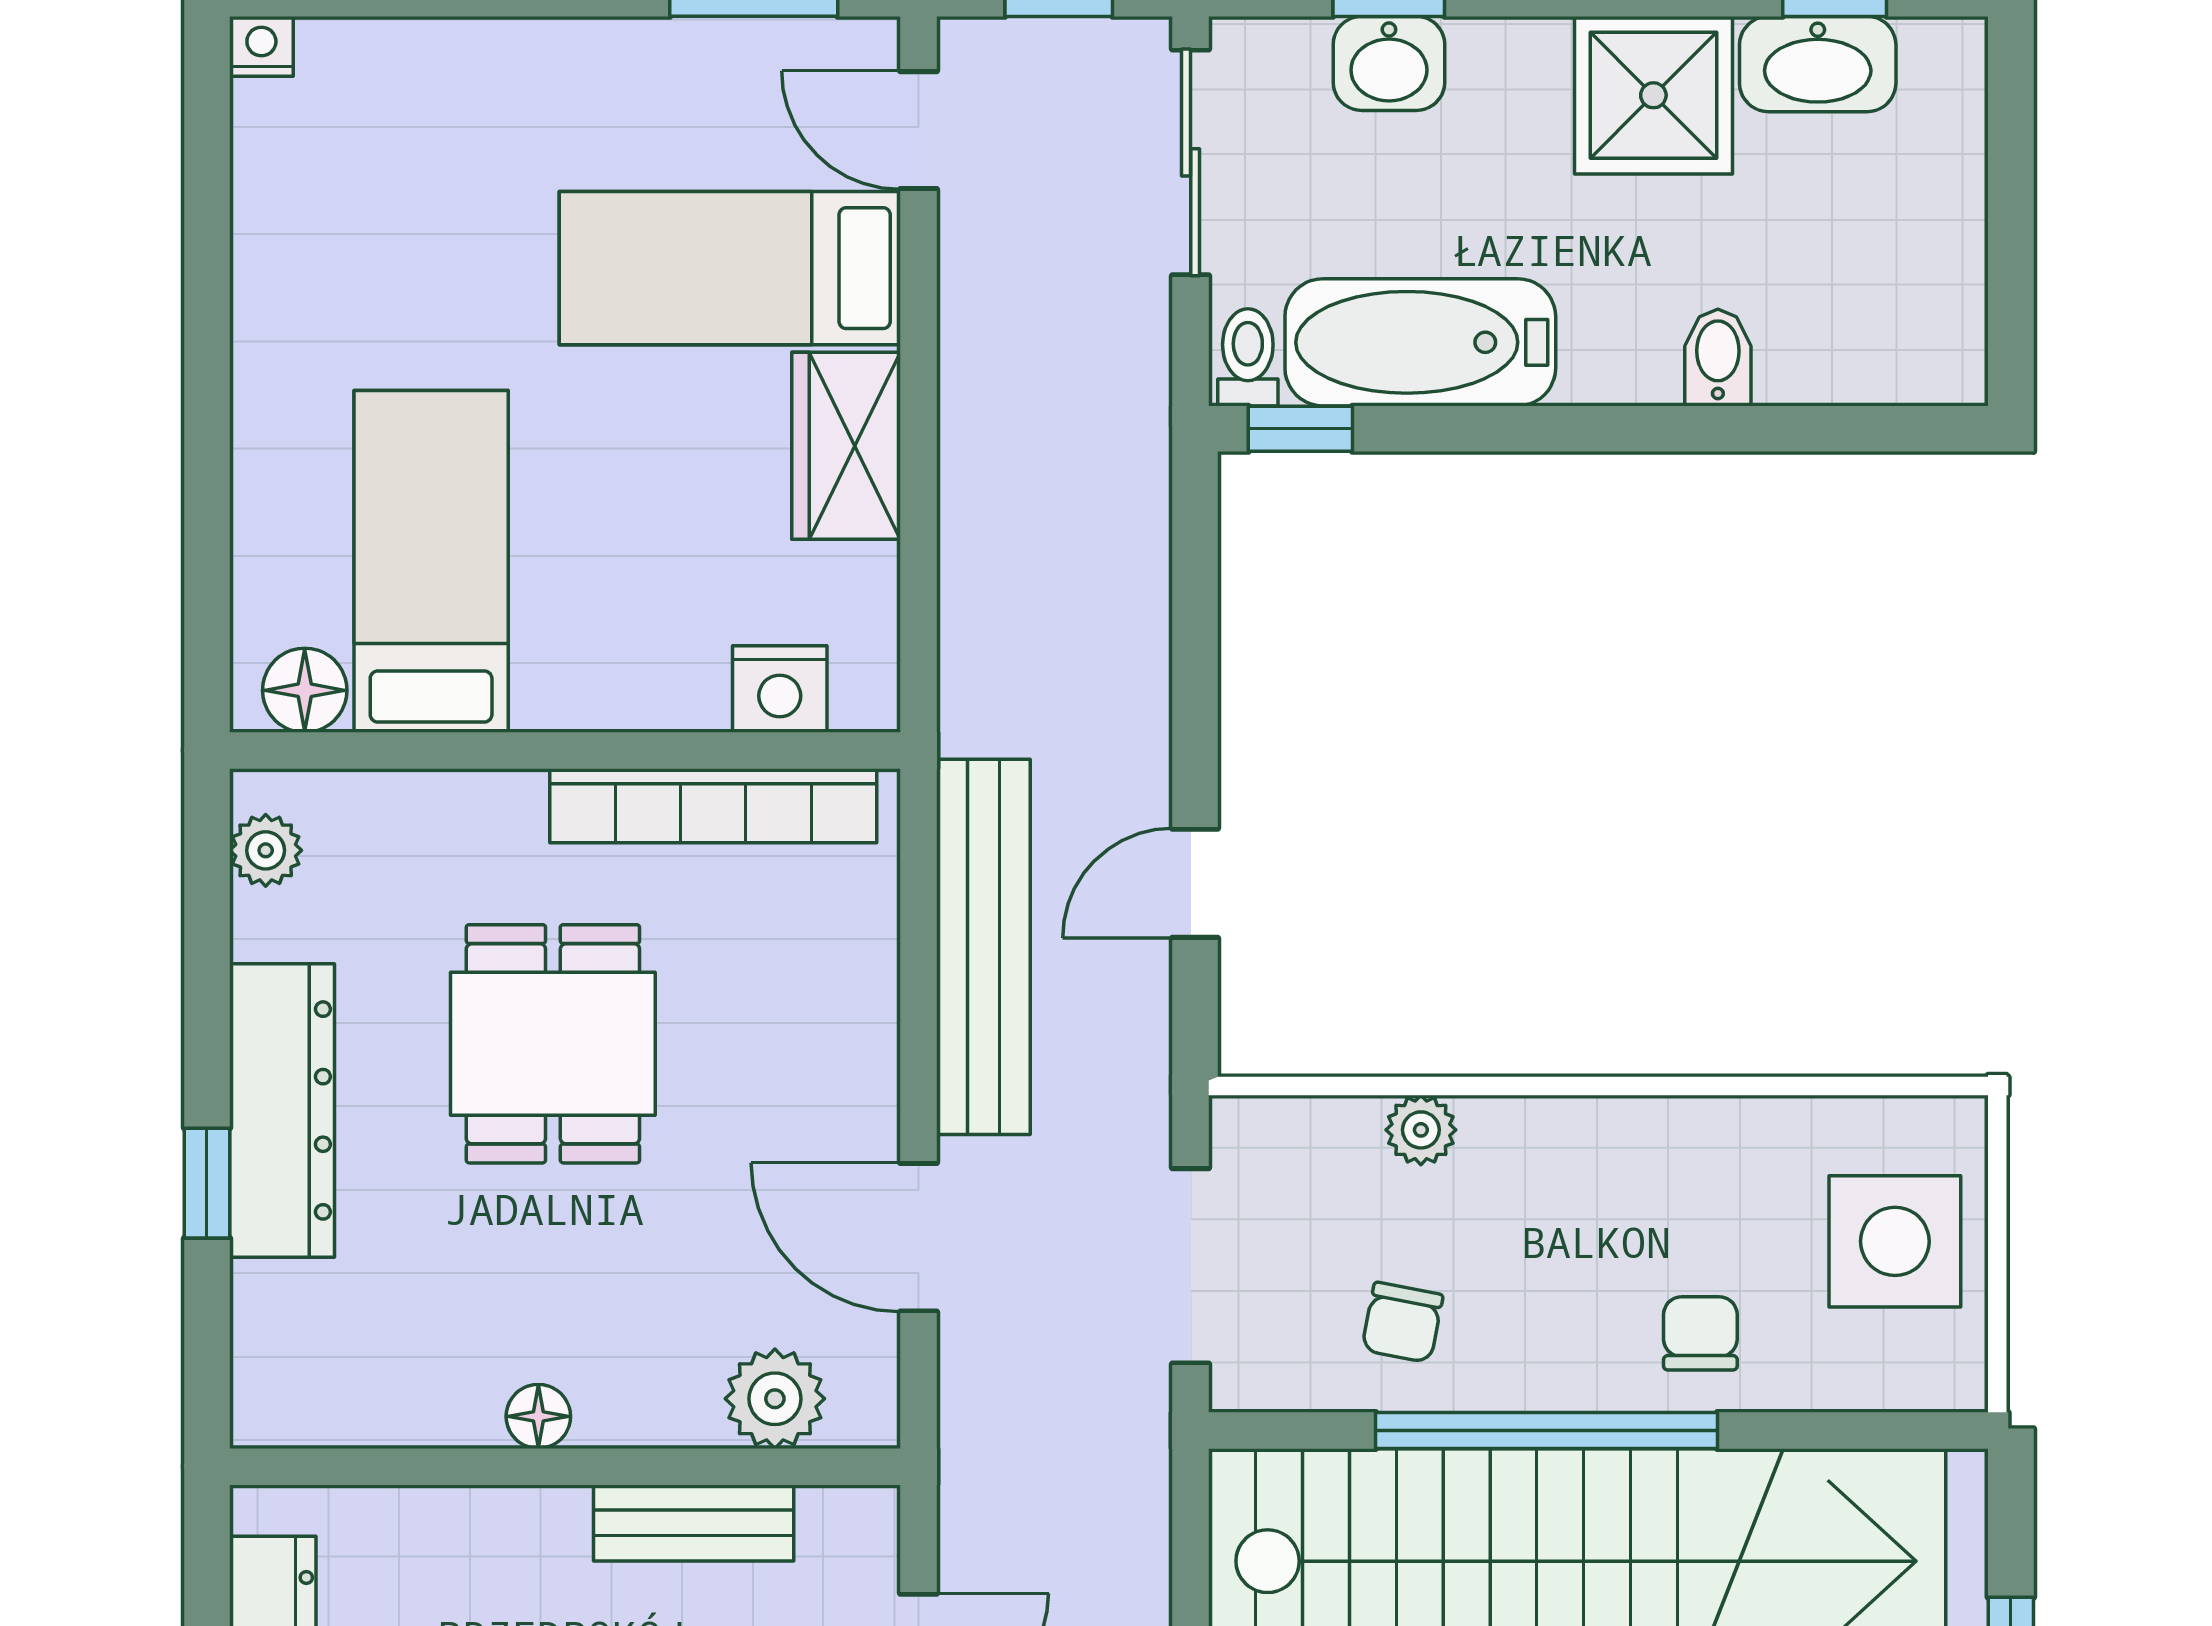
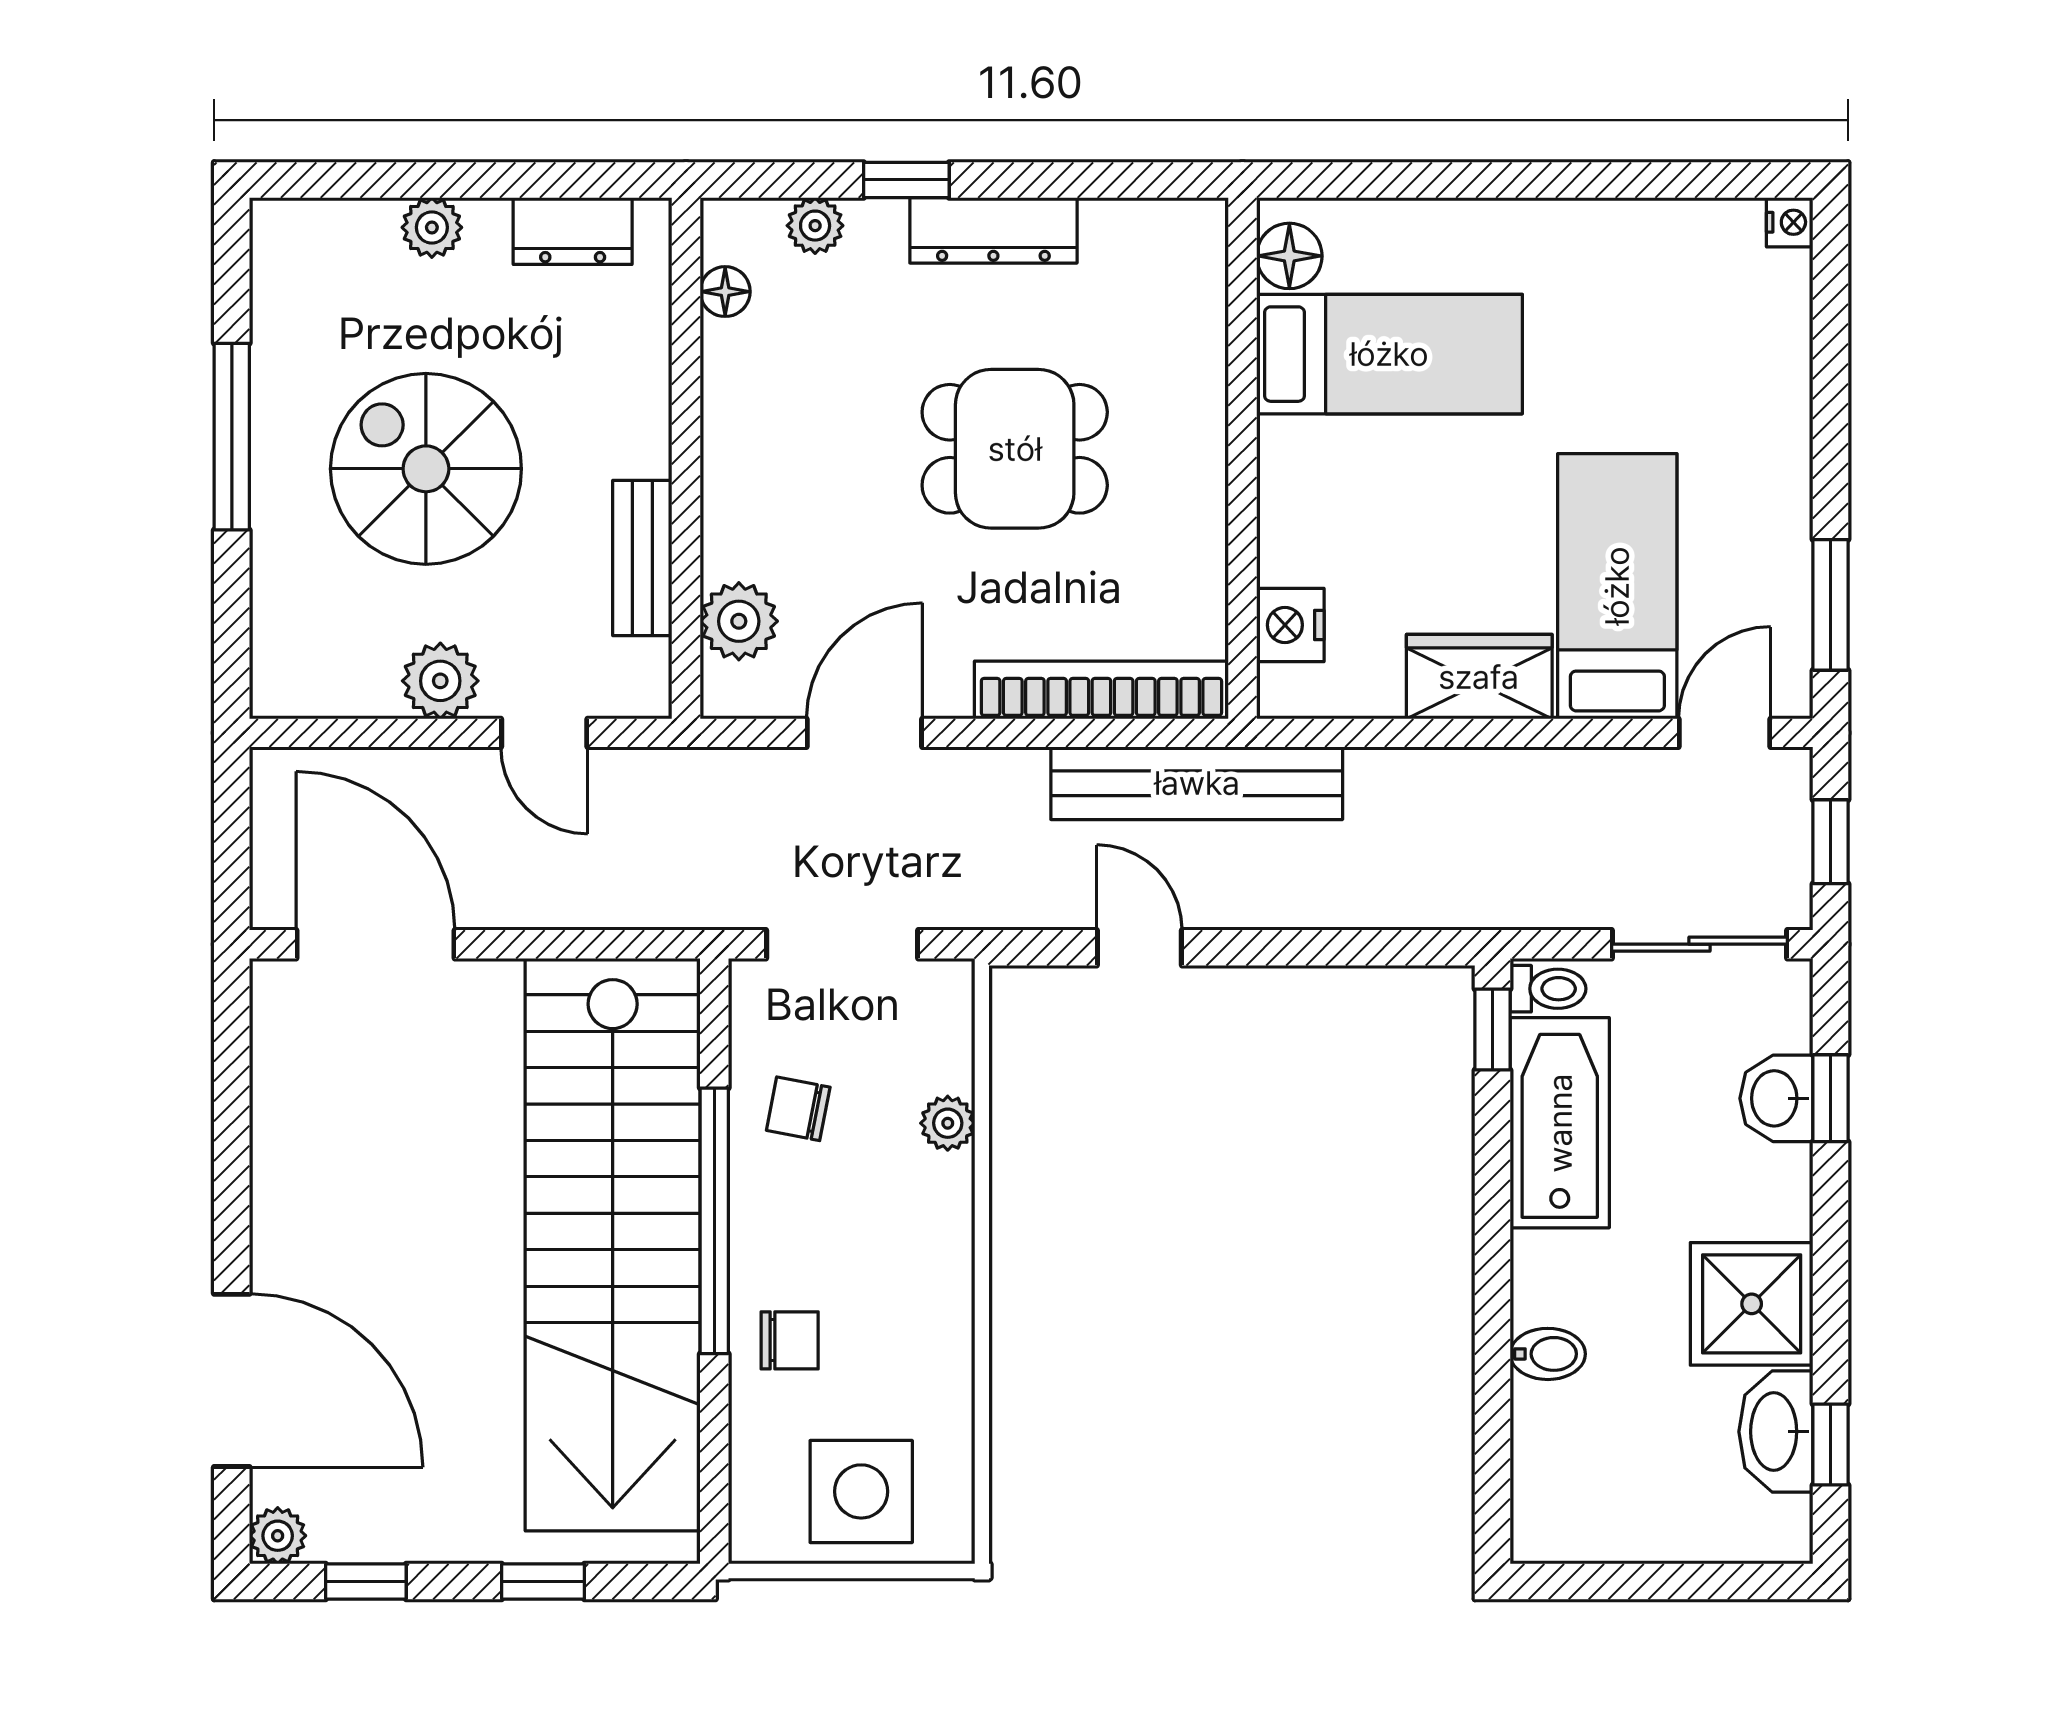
bookcase: (713, 806) -> (1101, 690), moved, turned 90
plant: (266, 850) -> (815, 226), moved
bench: (983, 947) -> (1197, 783), moved
dresser: (282, 1110) -> (993, 230), width x0.73, depth x0.80
floor lamp: (538, 1416) -> (725, 292), moved

